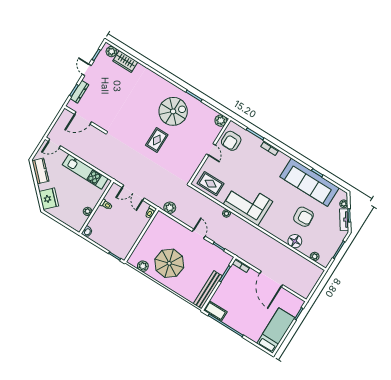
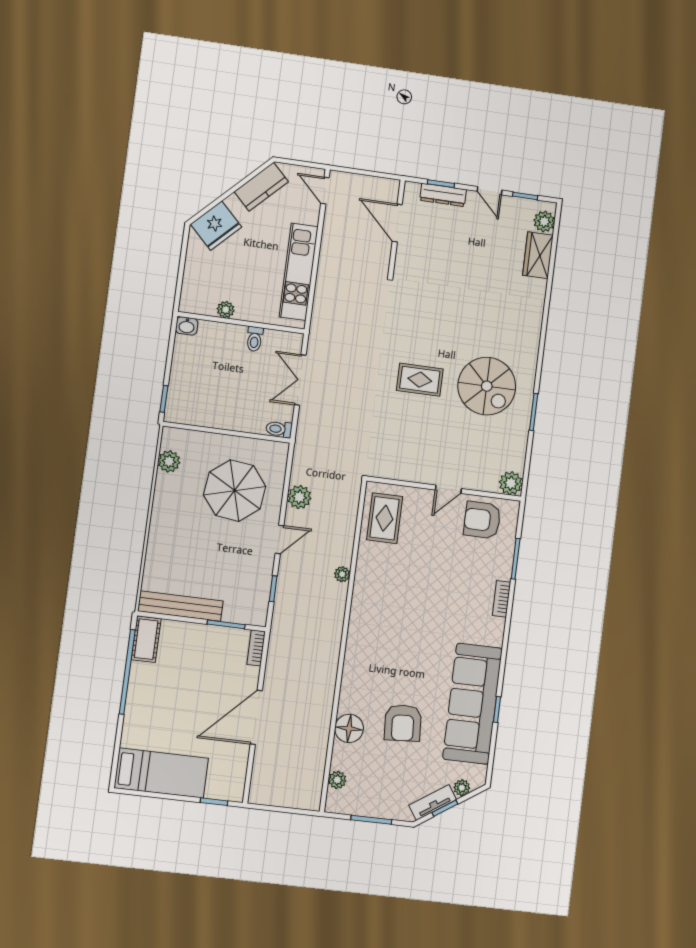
door: (87, 70) -> (489, 191), swing flipped
corner sofa: (248, 203) -> (381, 606), removed
plant: (170, 208) -> (299, 497), moved
parasol: (169, 263) -> (235, 491), moved

